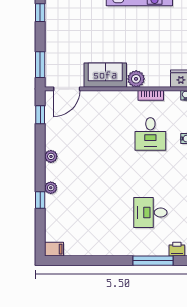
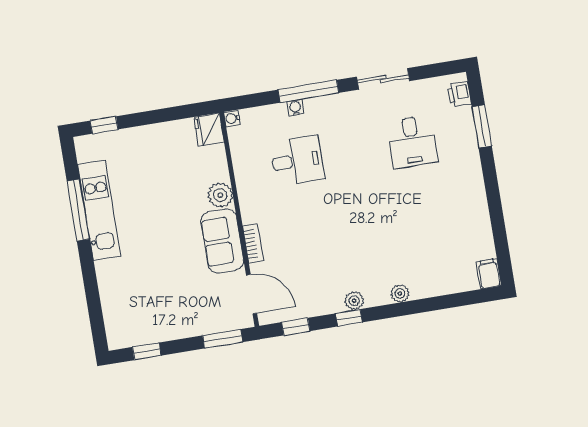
bookcase: (151, 95) -> (253, 244), moved
window: (40, 200) -> (349, 318), moved
window: (153, 261) -> (482, 126), width x0.69

